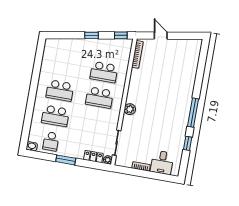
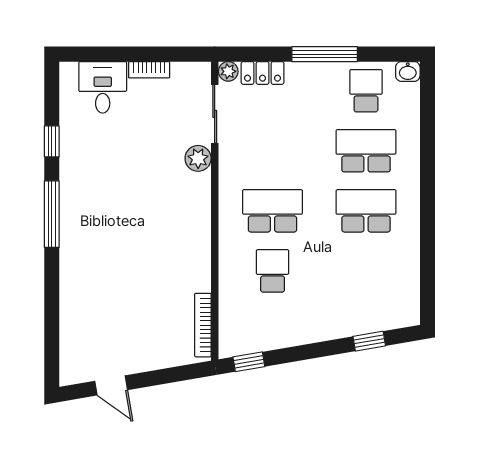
window: (91, 35) -> (369, 341), moved
door: (161, 36) -> (111, 385), moved
school desk: (104, 72) -> (273, 271), width x0.54
plant: (130, 109) -> (198, 158), moved
window: (66, 160) -> (325, 54), width x1.44

